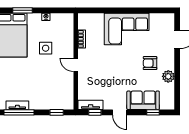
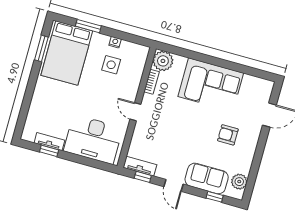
plant: (86, 21) -> (163, 61), added
side table: (46, 48) -> (111, 65), moved
plant: (168, 76) -> (239, 182), moved
desk: (50, 94) -> (93, 139), added
window: (19, 112) -> (49, 151), width x0.46
window: (57, 112) -> (96, 164), removed

